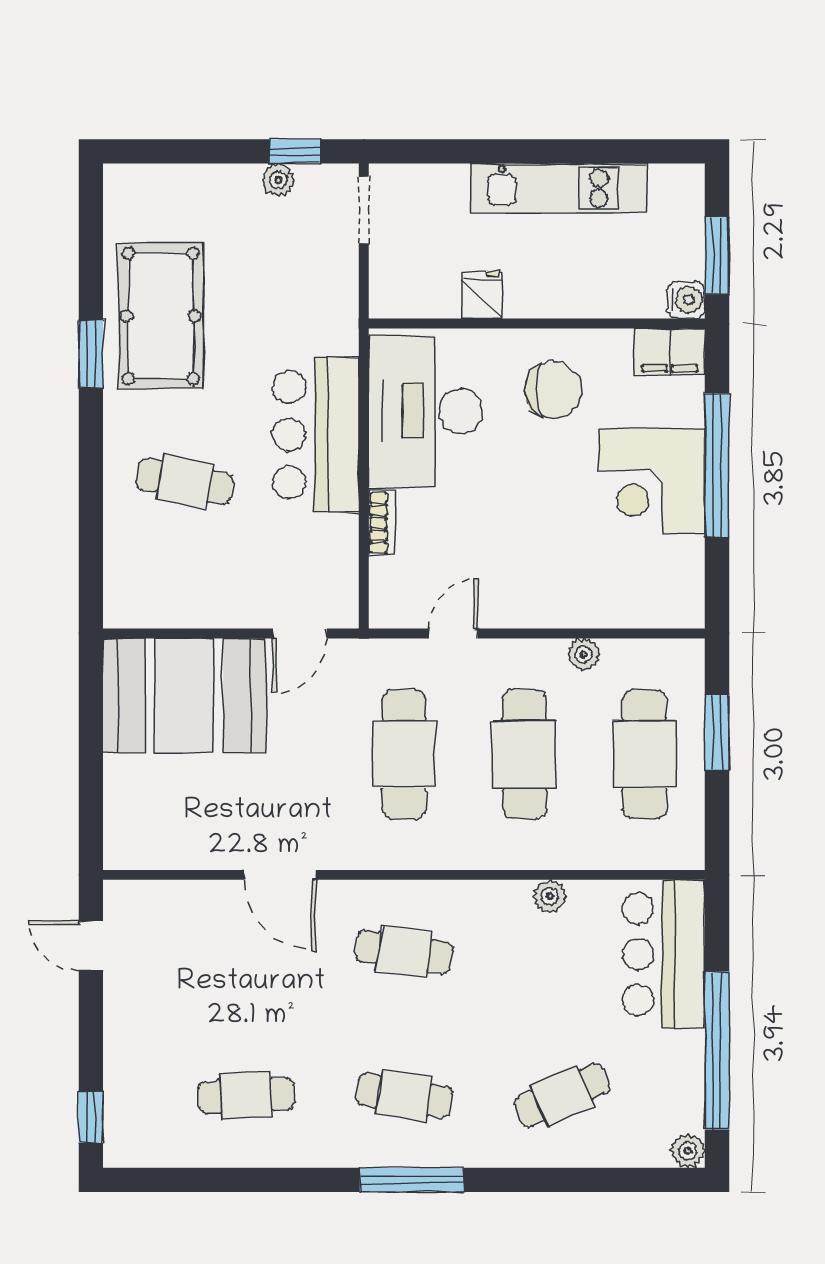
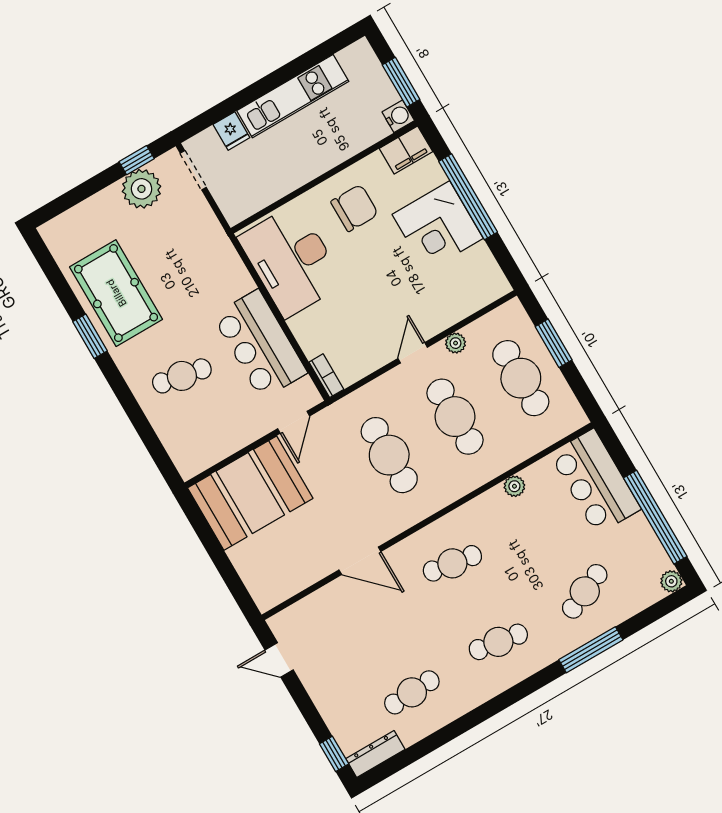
plant: (278, 180) -> (141, 189), width x1.88, depth x1.88
fridge: (482, 295) -> (231, 131), moved, turned 180
bar counter: (316, 435) -> (260, 344), moved
bookcase: (382, 523) -> (326, 376), moved
door: (453, 633) -> (413, 353), moved
dresser: (147, 1151) -> (375, 754), added
window: (412, 1180) -> (591, 650), moved

